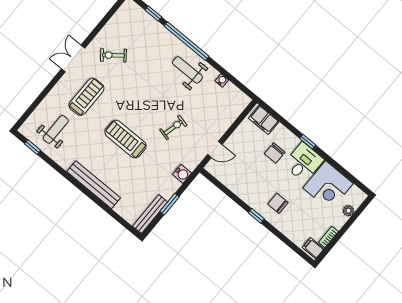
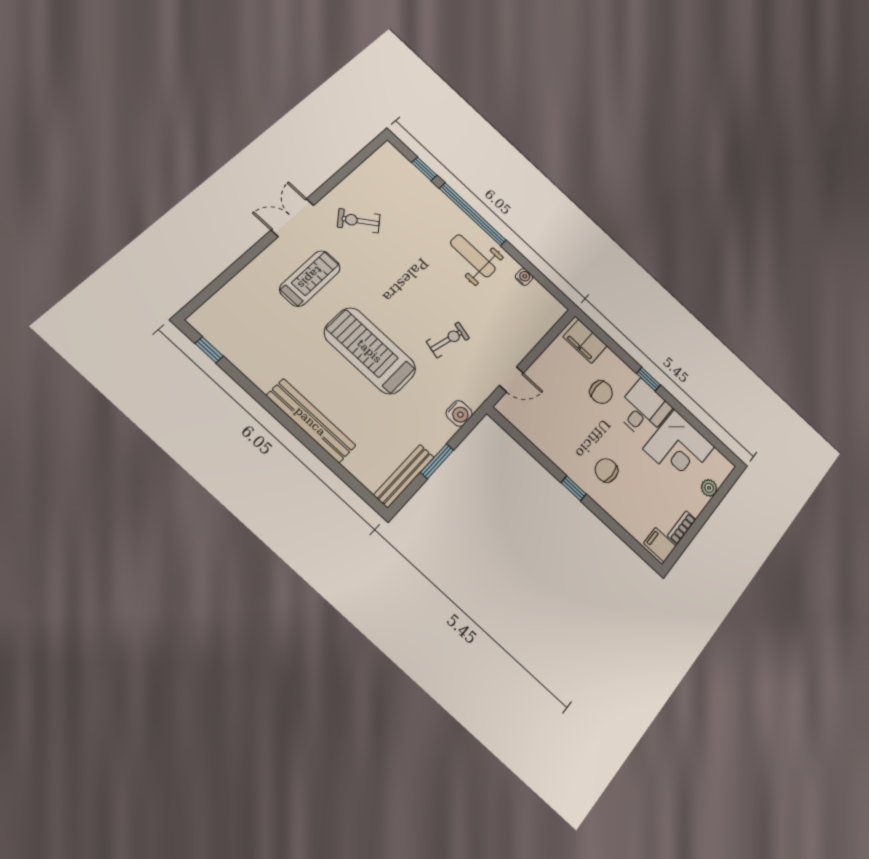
weight bench: (56, 129) -> (253, 325), removed
treadmill: (126, 139) -> (370, 351), width x1.37, depth x1.38
chair: (275, 153) -> (601, 392), turned -90

